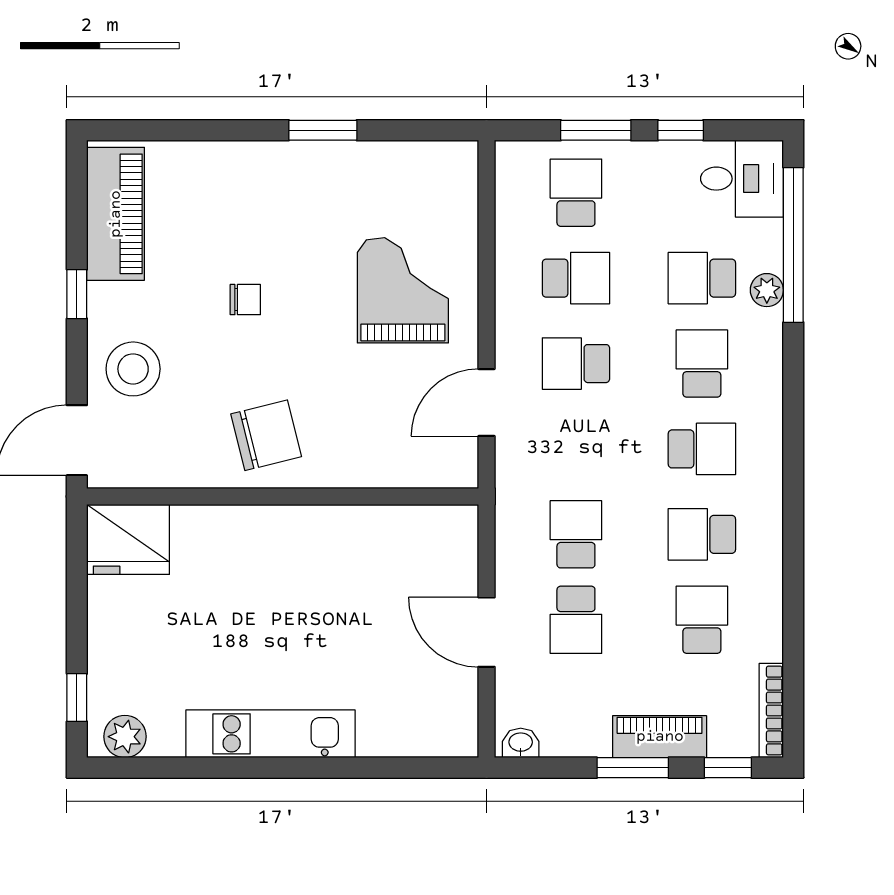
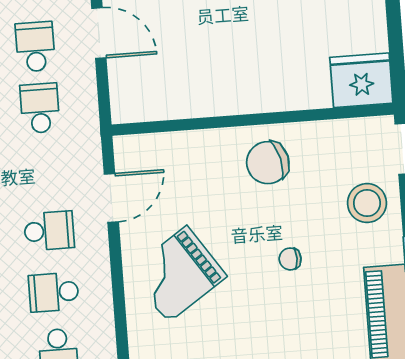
grand piano: (403, 290) -> (177, 274), turned 56
school desk: (576, 534) -> (40, 108), turned 180

